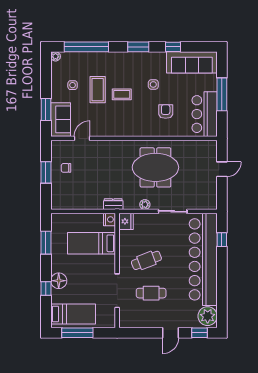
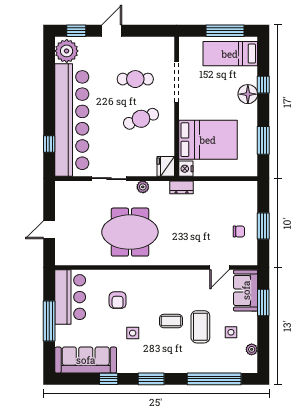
plant: (56, 56) -> (252, 349), moved
bed: (91, 243) -> (208, 140), width x1.50

